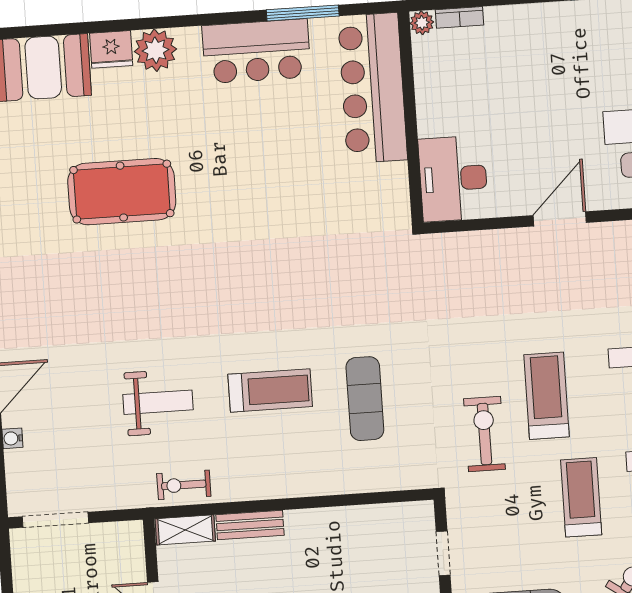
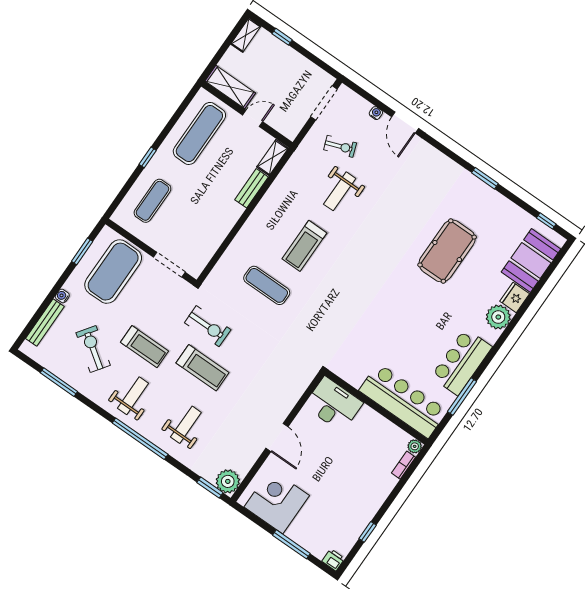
exercise bike: (184, 485) -> (340, 146), moved, turned 70
doorway: (443, 553) -> (169, 265), width x1.38

